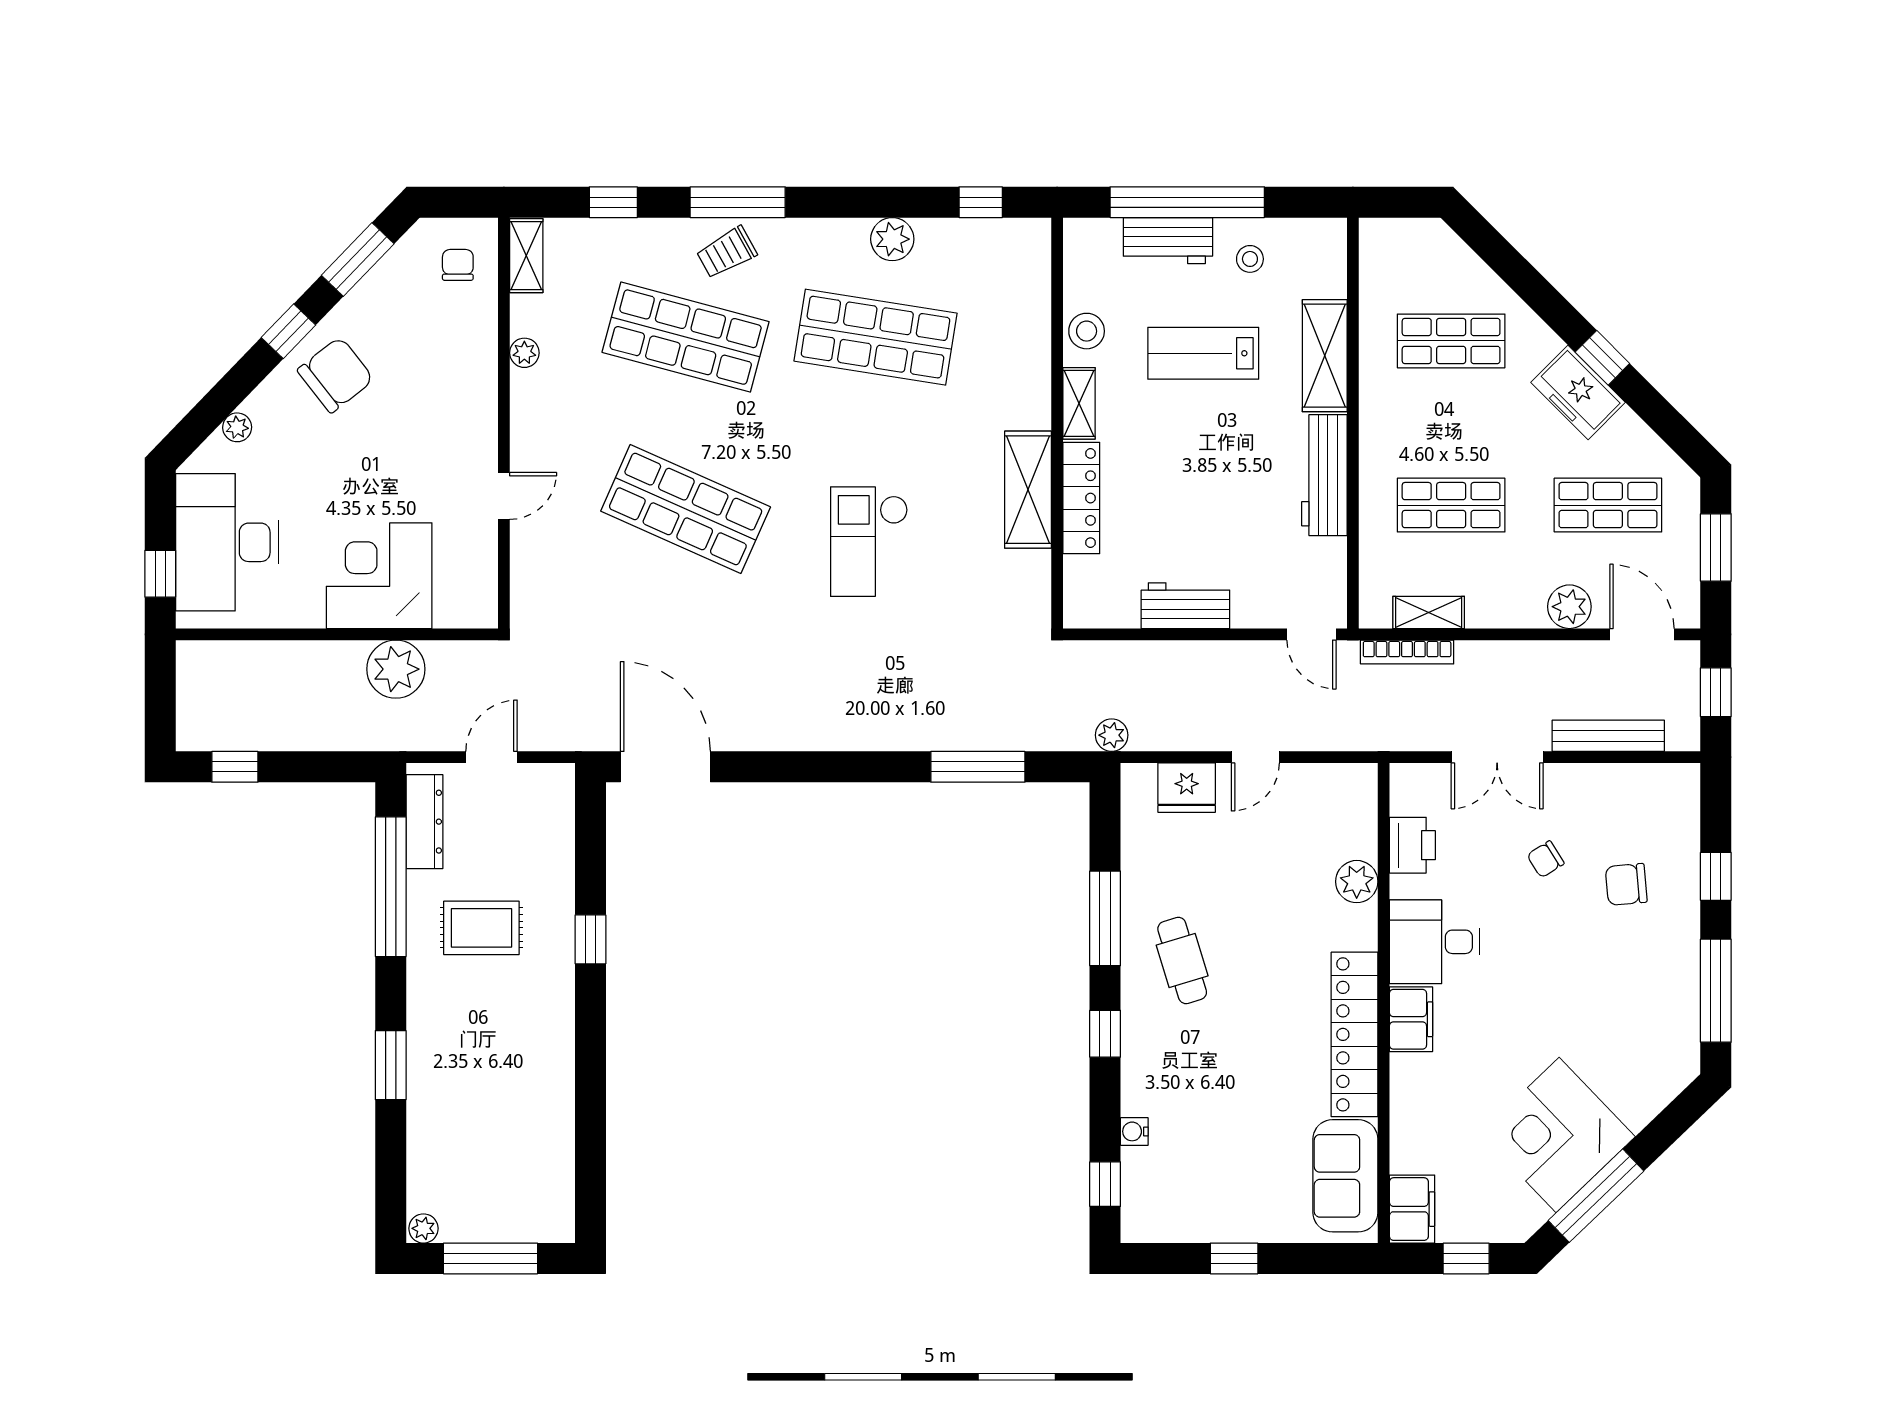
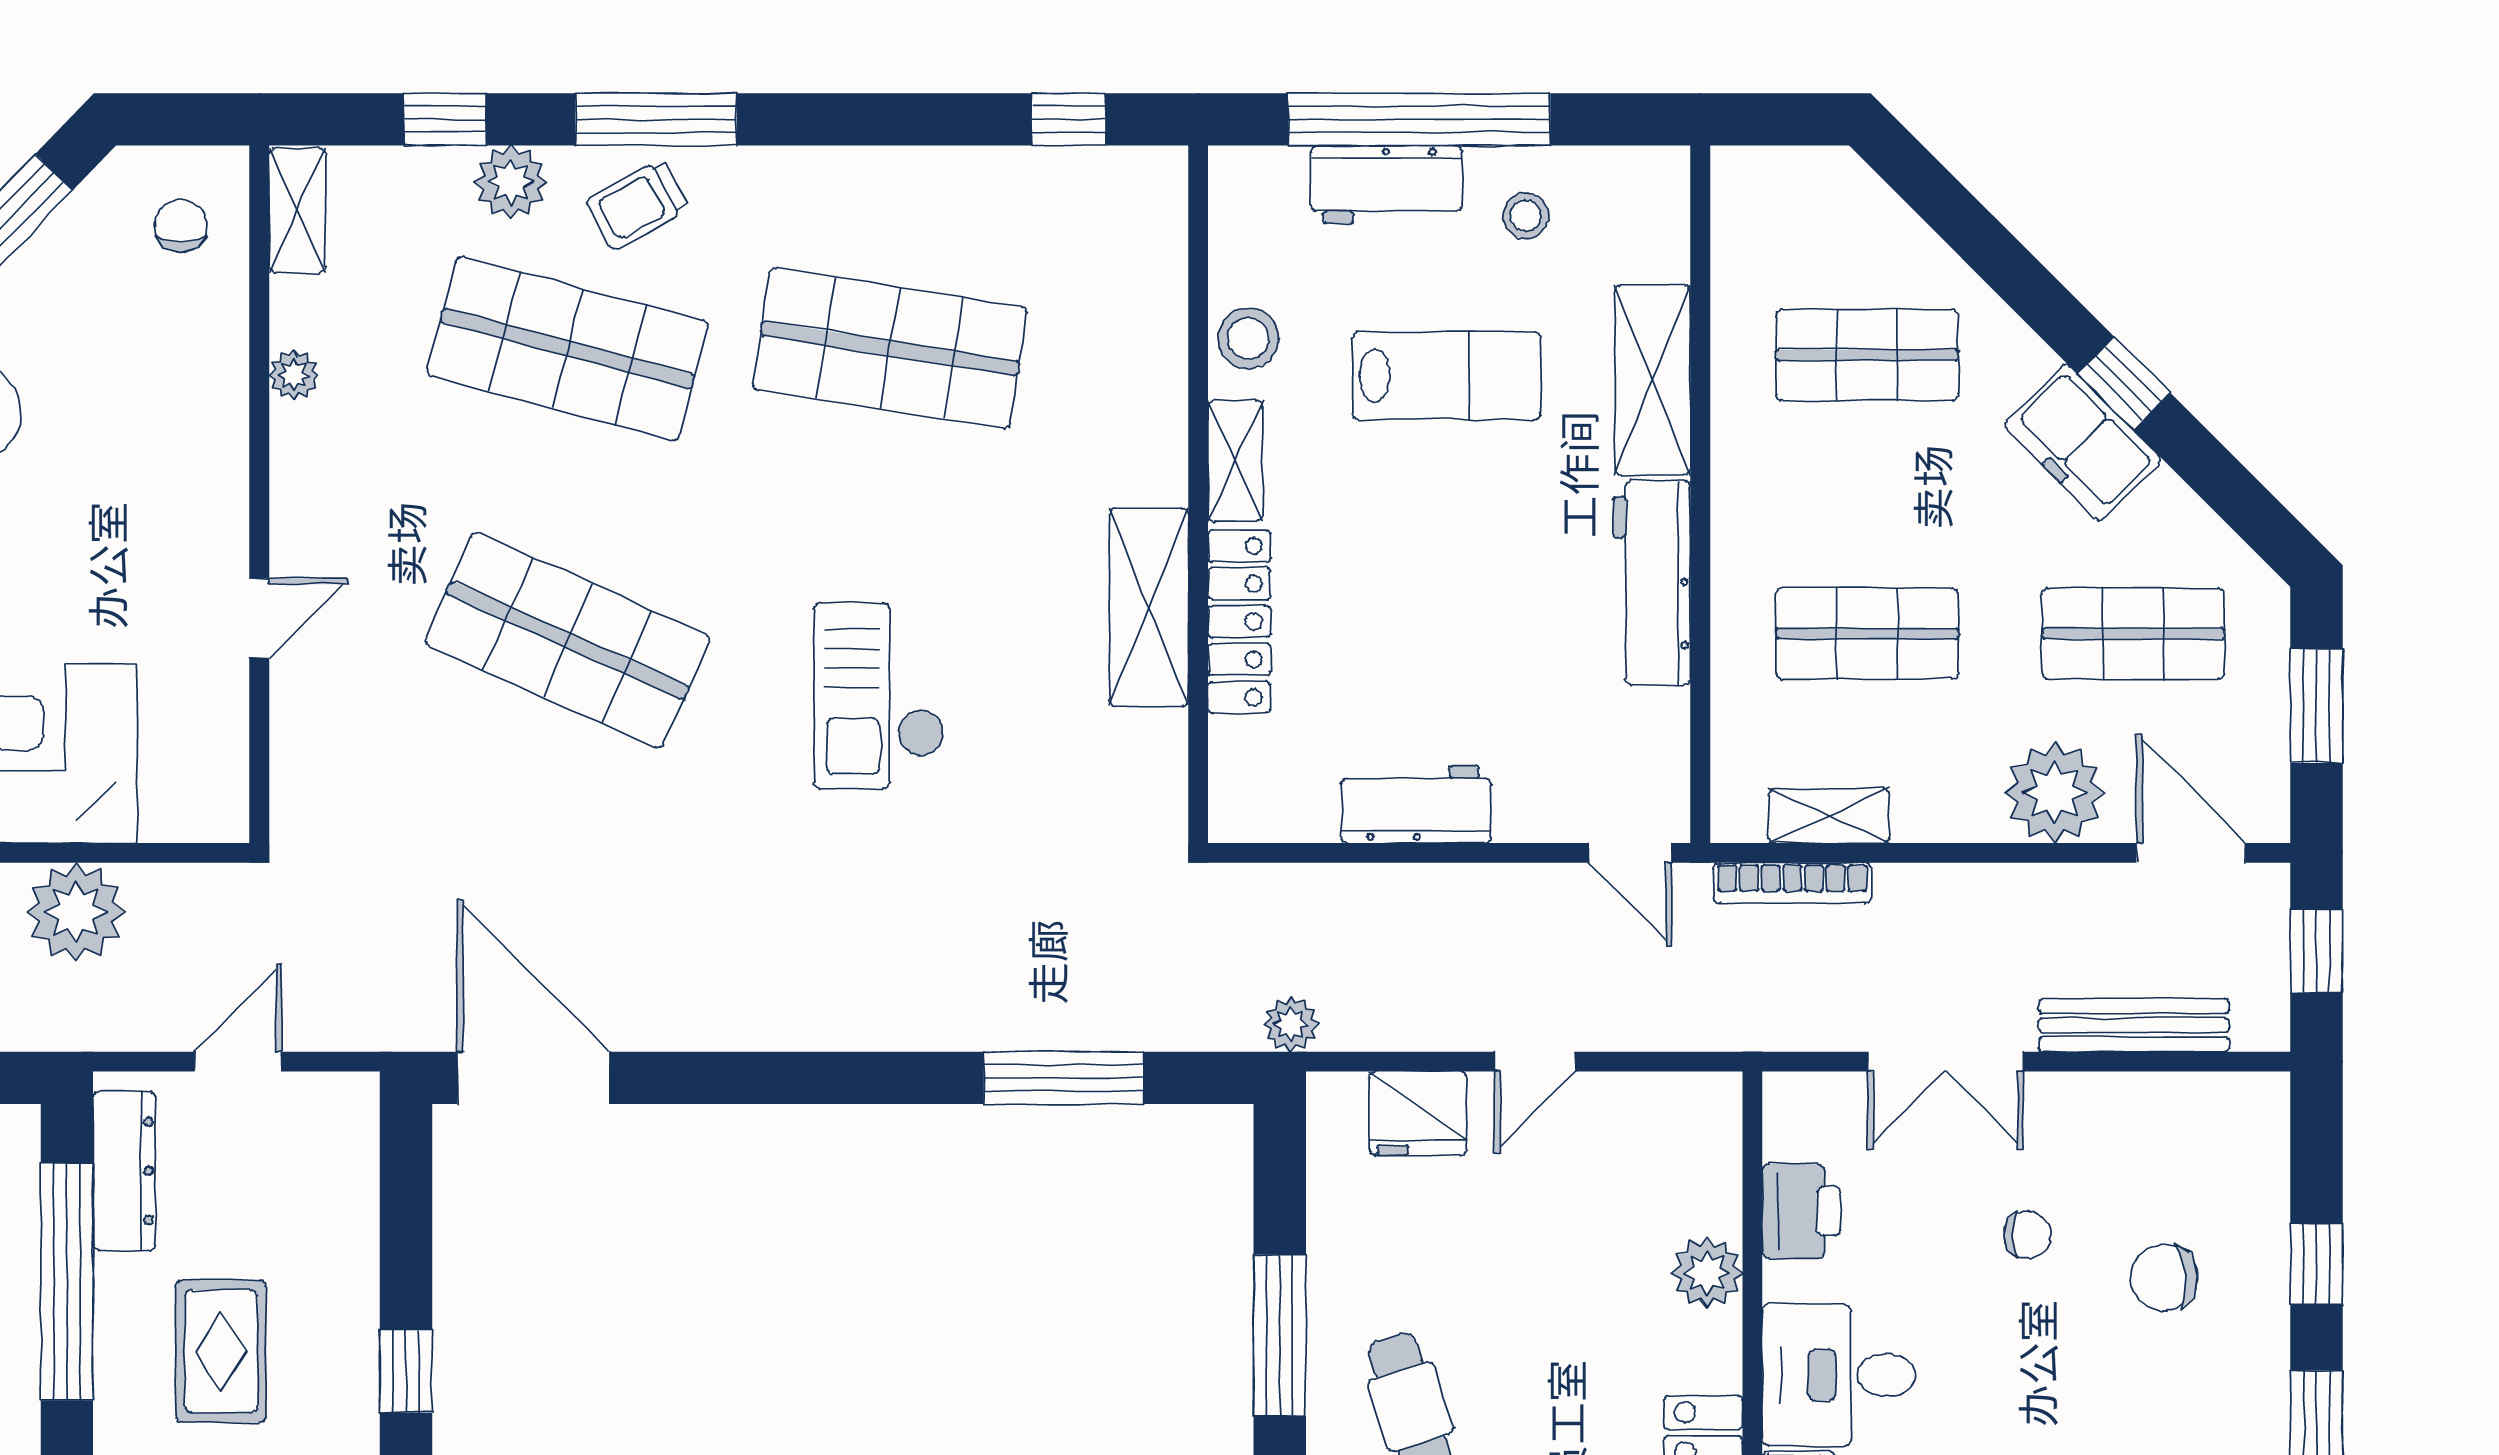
plant: (892, 239) -> (511, 182), moved
lab bench: (1203, 353) -> (1446, 376), turned 180
plant: (1569, 607) -> (2055, 793), width x1.36, depth x1.36
chair: (1546, 859) -> (2027, 1235), turned -148
rug: (481, 928) -> (221, 1351), turned 90

